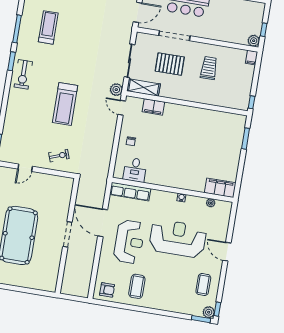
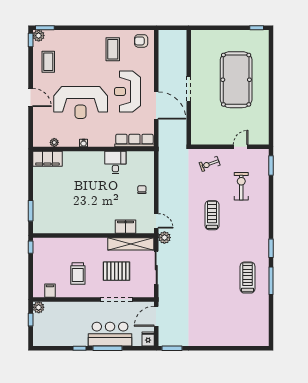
treadmill: (48, 27) -> (248, 278), moved, turned 180
filing cabinet: (252, 58) -> (50, 291), moved
exercise bike: (23, 74) -> (241, 186), moved
shelving: (144, 88) -> (131, 244), width x1.47
treadmill: (65, 104) -> (212, 215), width x0.73, depth x0.73
desk: (135, 170) -> (115, 162), moved

